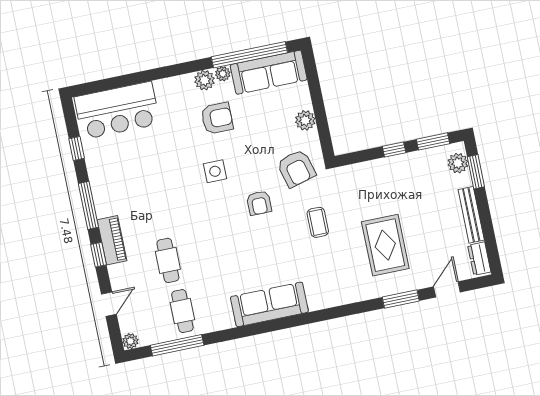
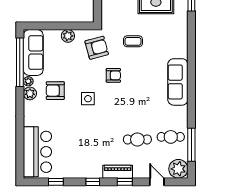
armchair: (217, 118) -> (55, 91), turned -90
window: (88, 205) -> (93, 182), width x0.46
plant: (130, 341) -> (178, 169), width x1.87, depth x1.87

